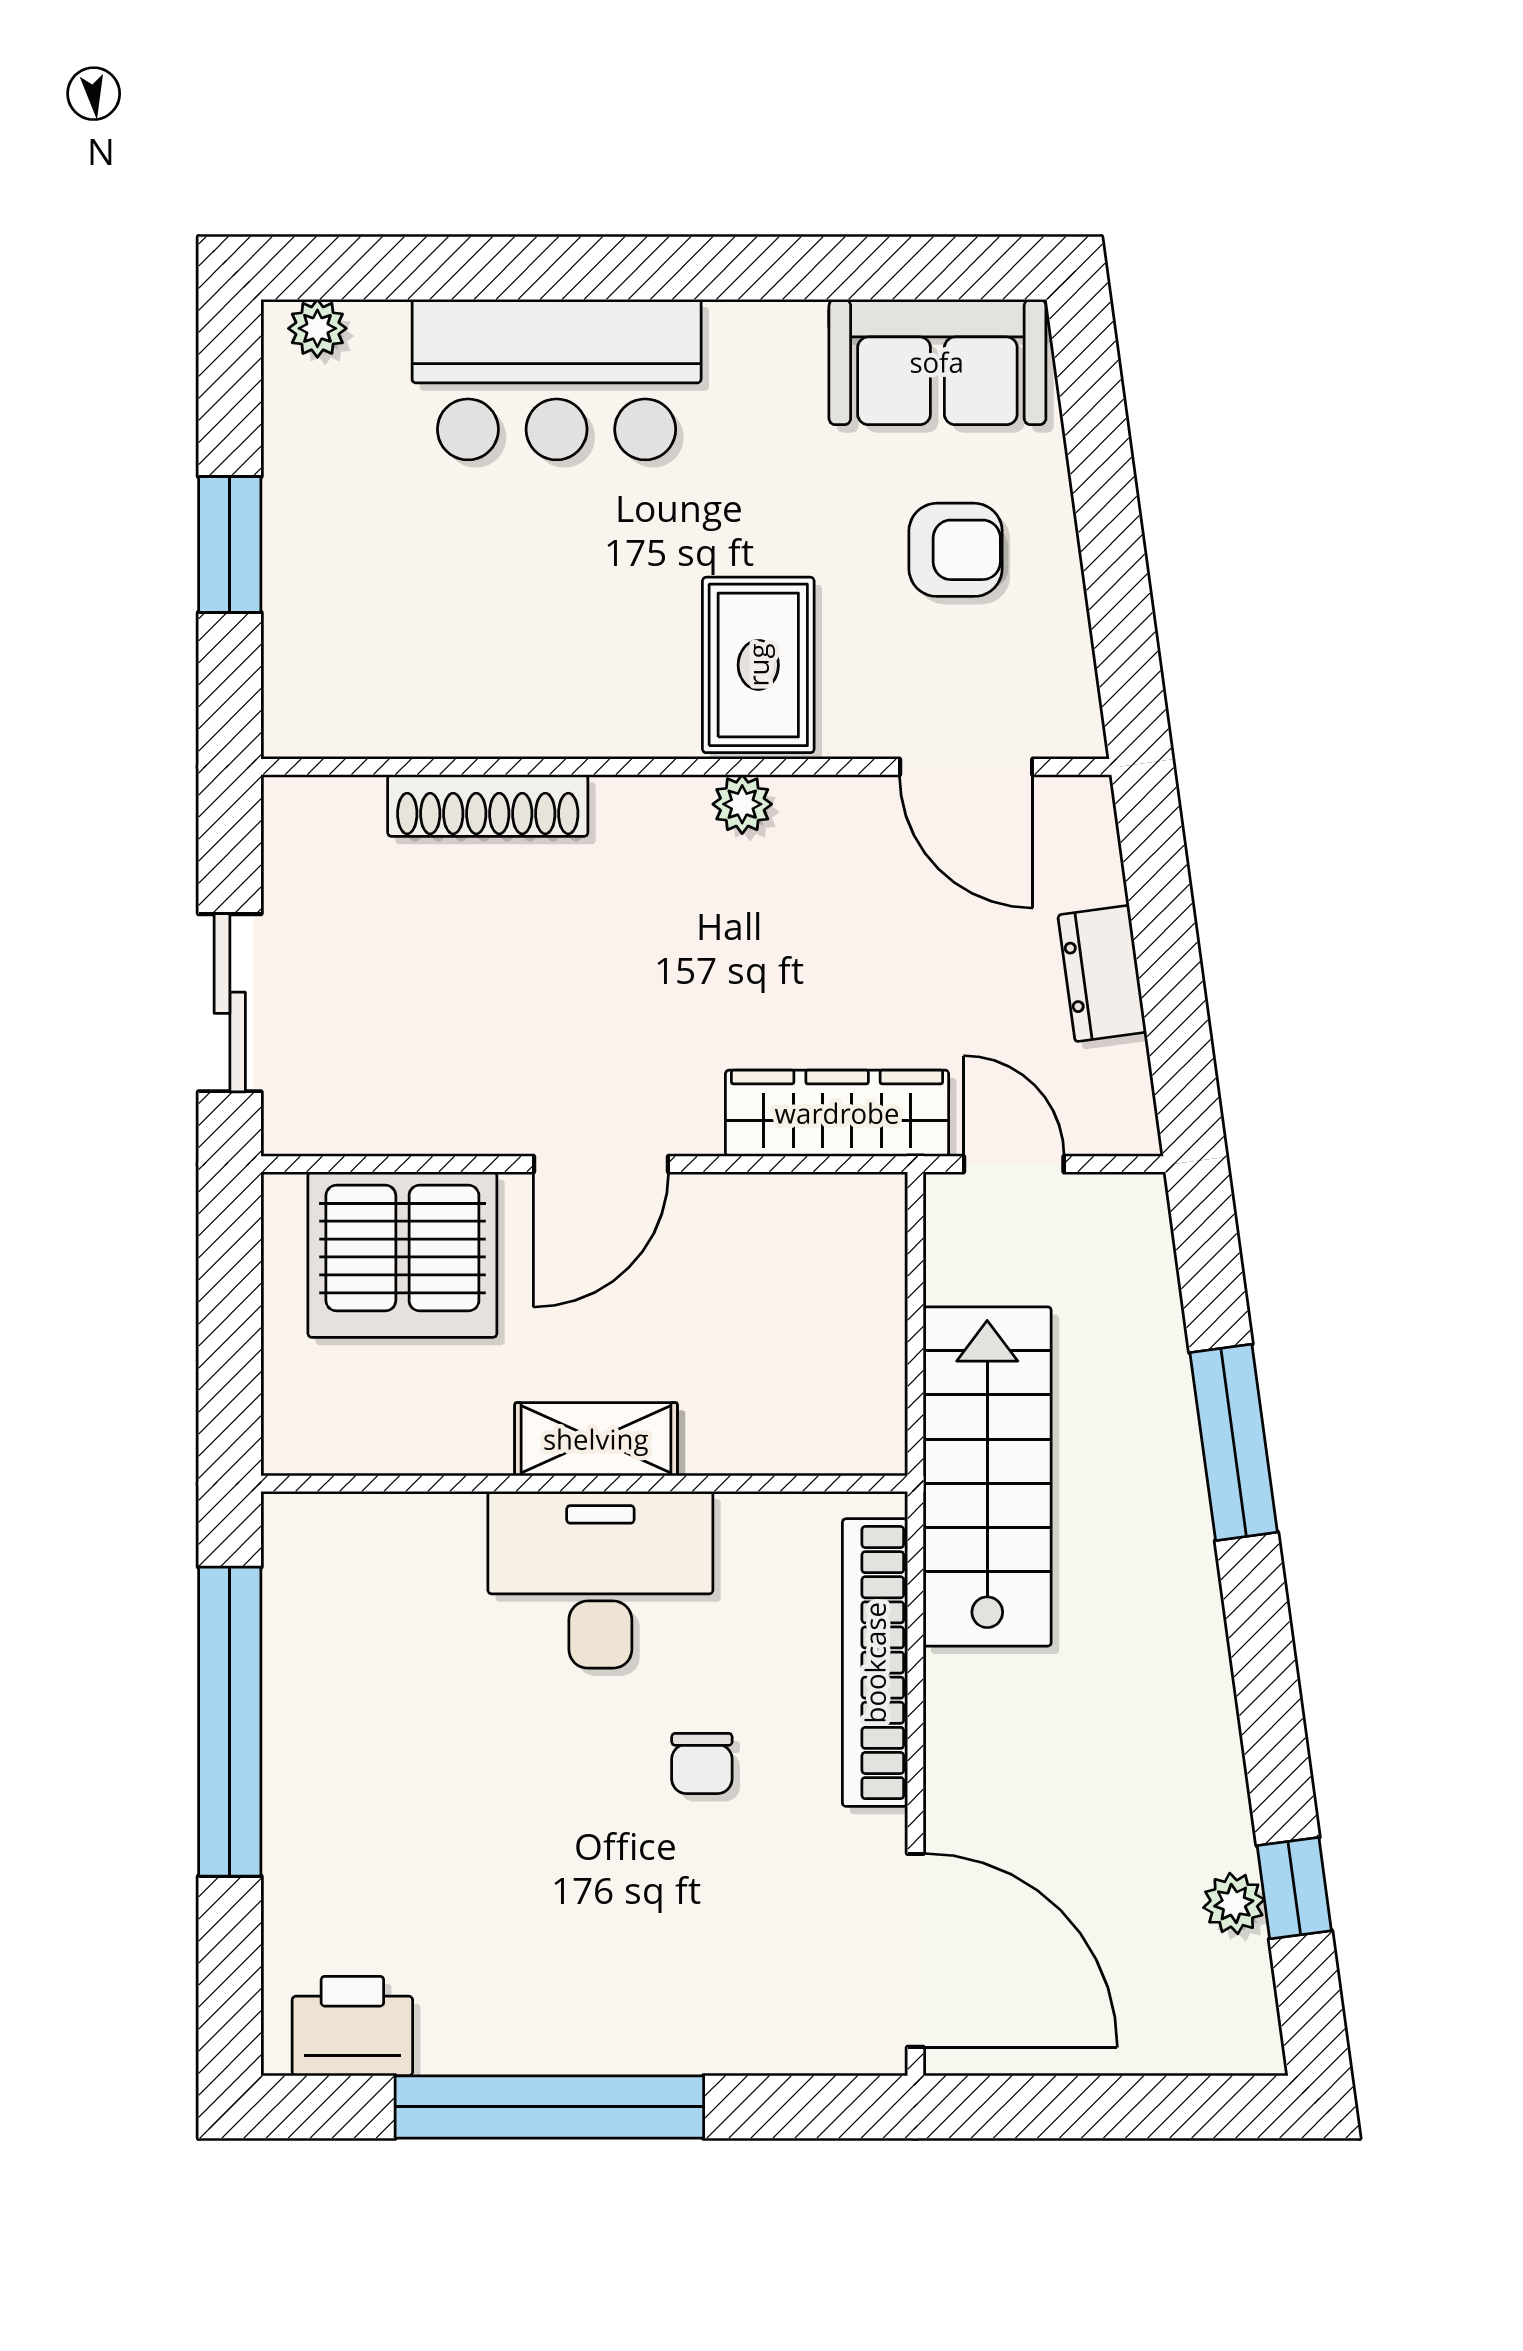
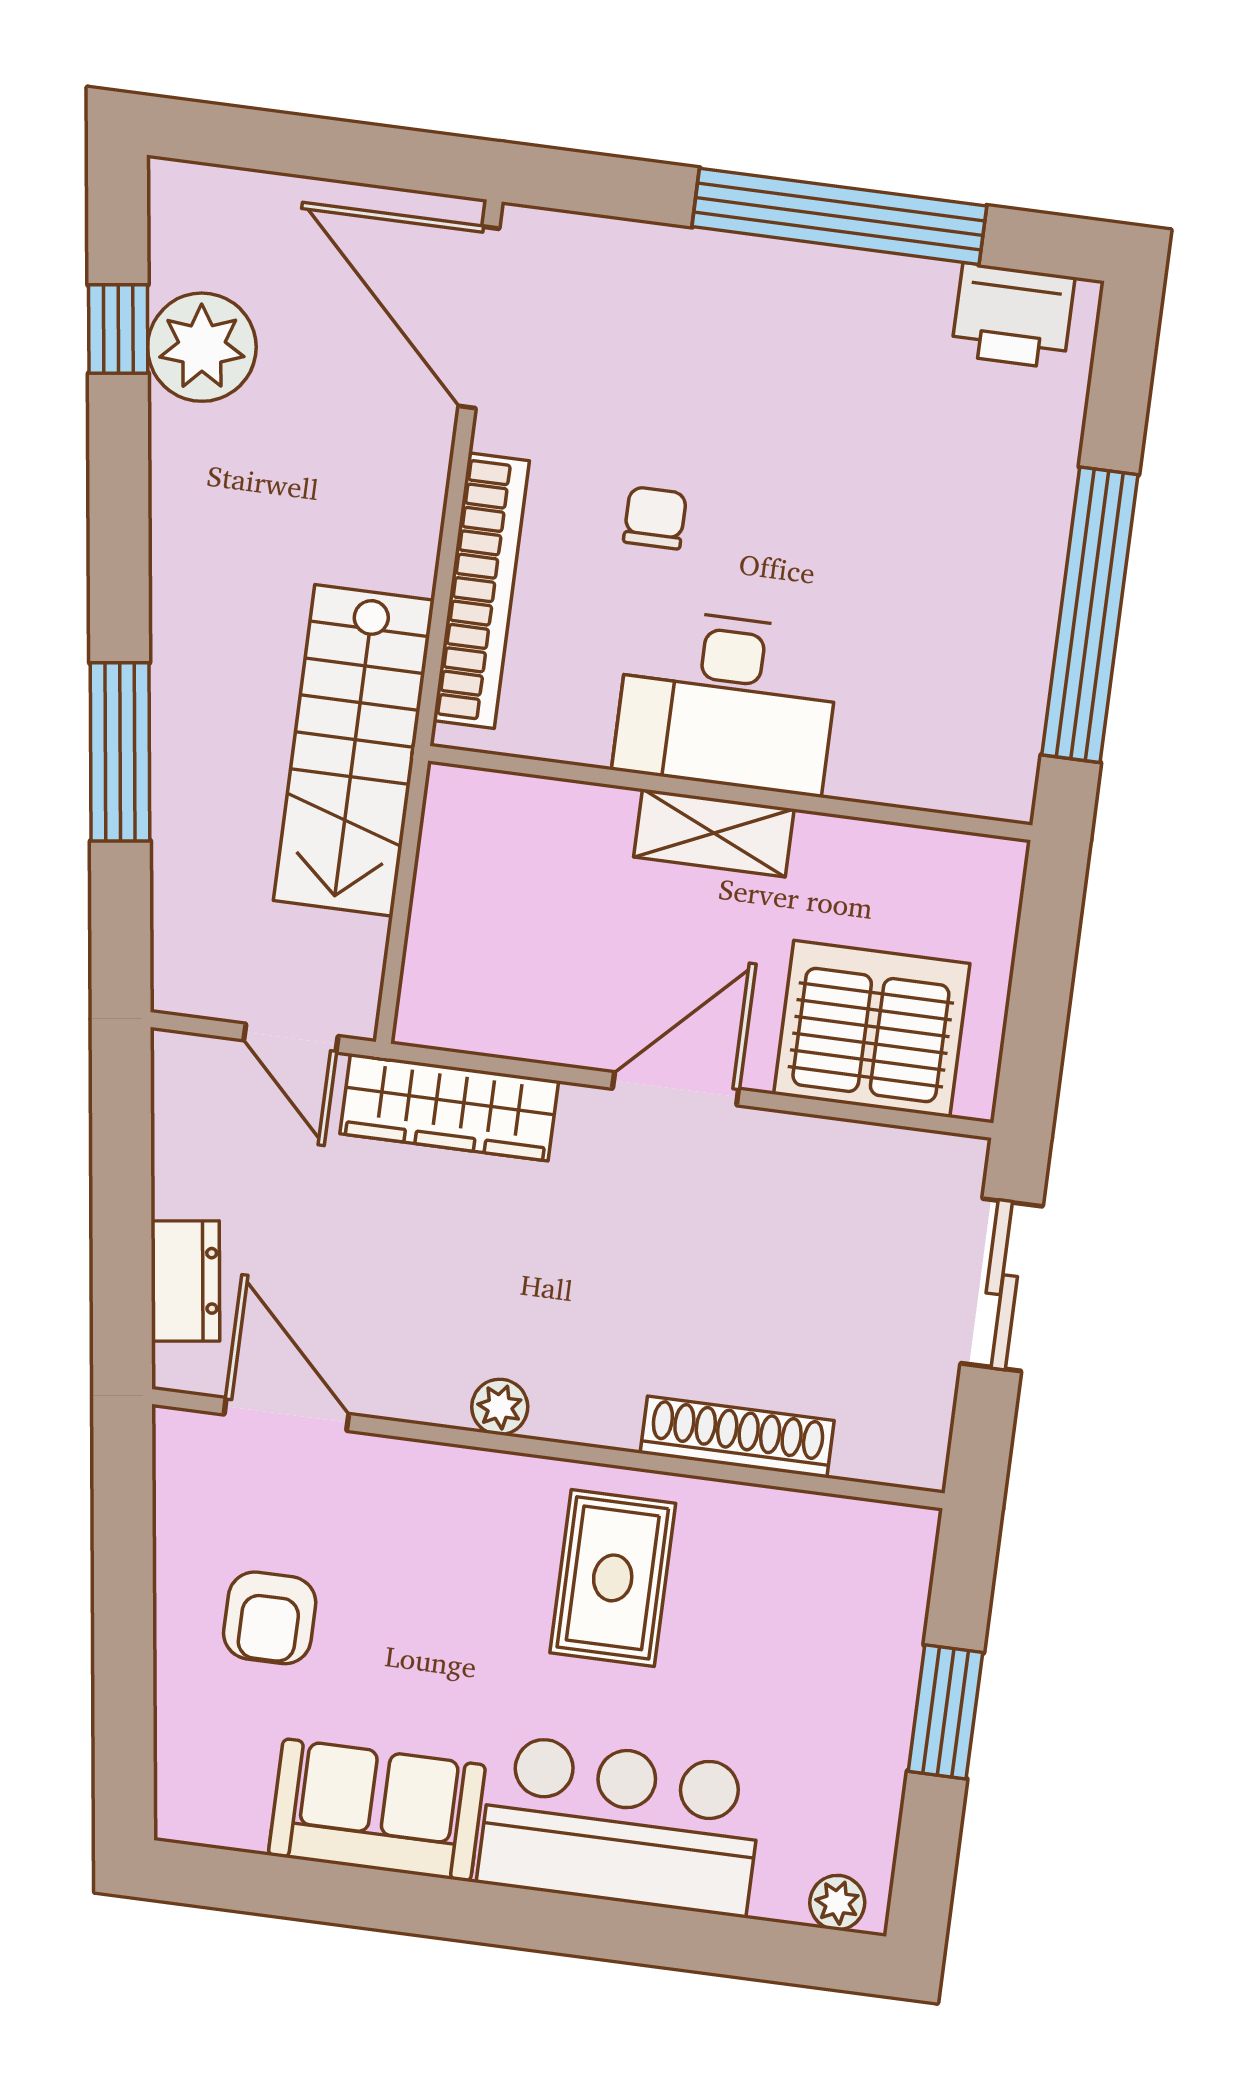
sofa: (937, 362) -> (377, 1810), moved
armchair: (956, 550) -> (270, 1618), turned -90
rug: (758, 665) -> (613, 1578), moved
dresser: (1102, 974) -> (185, 1281), moved
plant: (1234, 1903) -> (202, 347), width x1.88, depth x1.88

